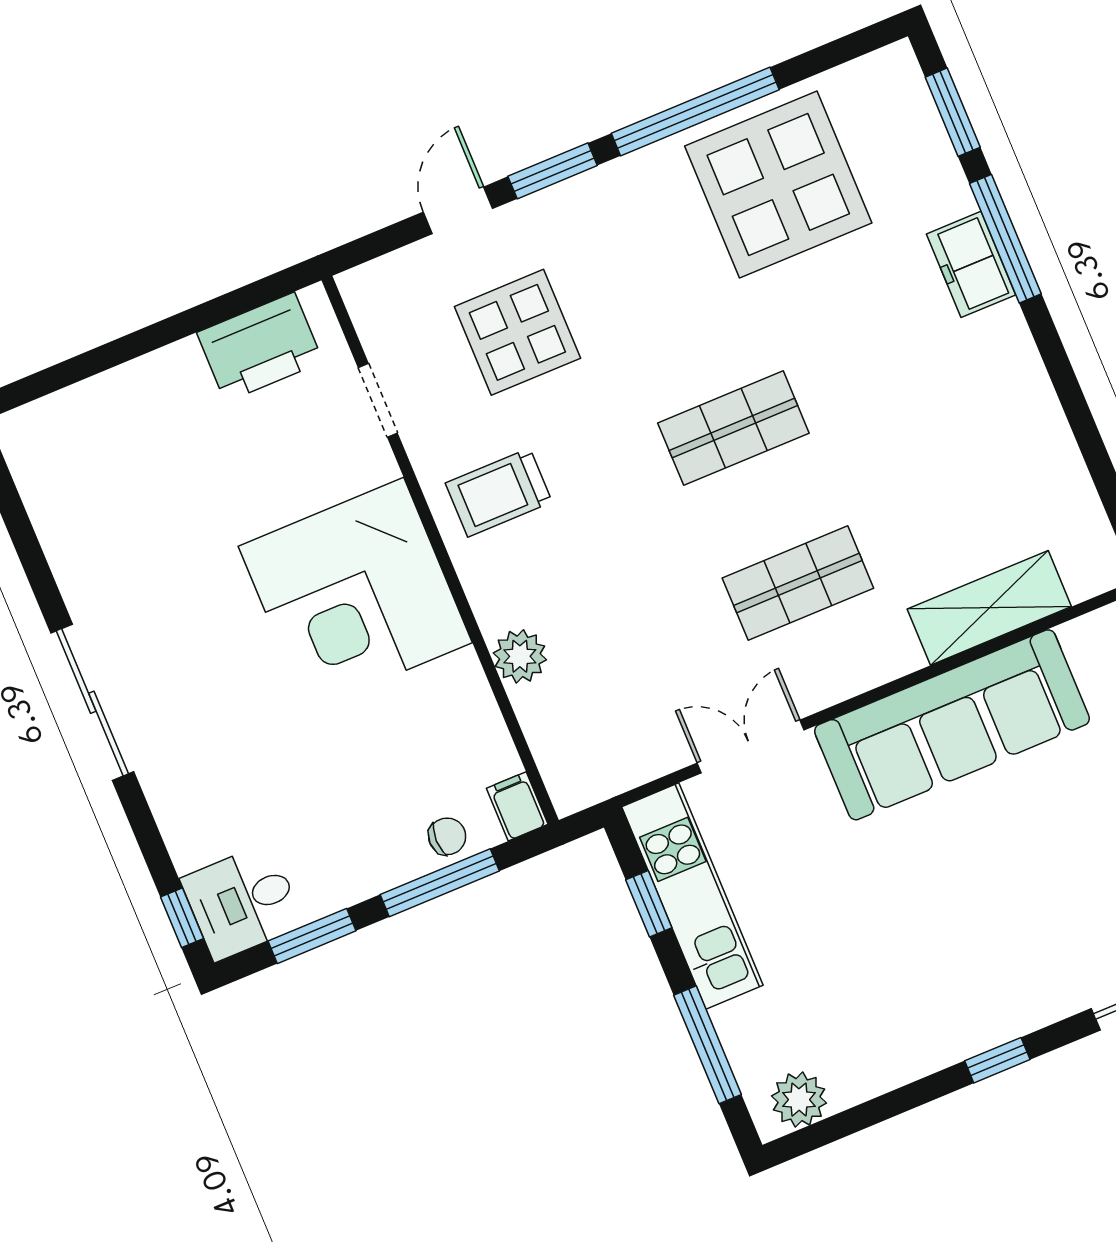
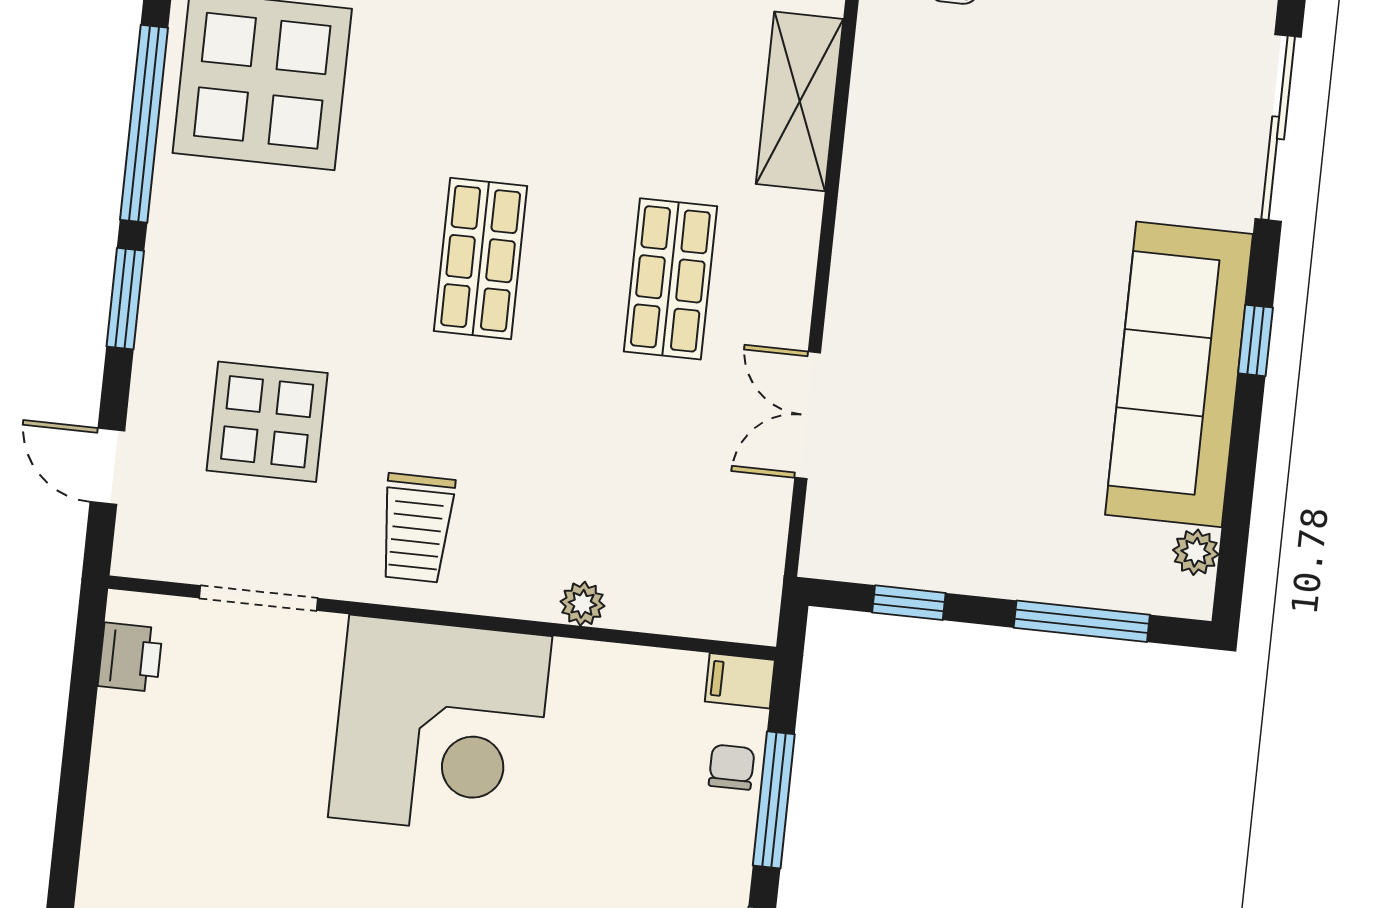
door: (458, 210) -> (107, 466), moved
printer: (260, 347) -> (130, 657), width x0.53, depth x0.68
doorway: (378, 400) -> (259, 598), width x1.38
plant: (520, 656) -> (582, 604), width x0.73, depth x0.73
sofa: (952, 725) -> (1179, 374), moved, turned 180
kitchen unit: (692, 896) -> (925, 555), removed
plant: (799, 1100) -> (1196, 552), width x0.73, depth x0.73

